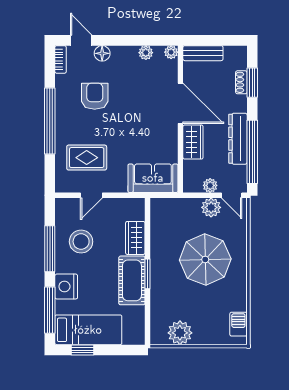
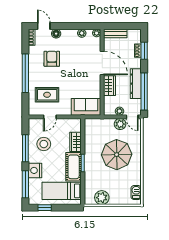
bed: (88, 330) -> (62, 191), moved, turned 180

